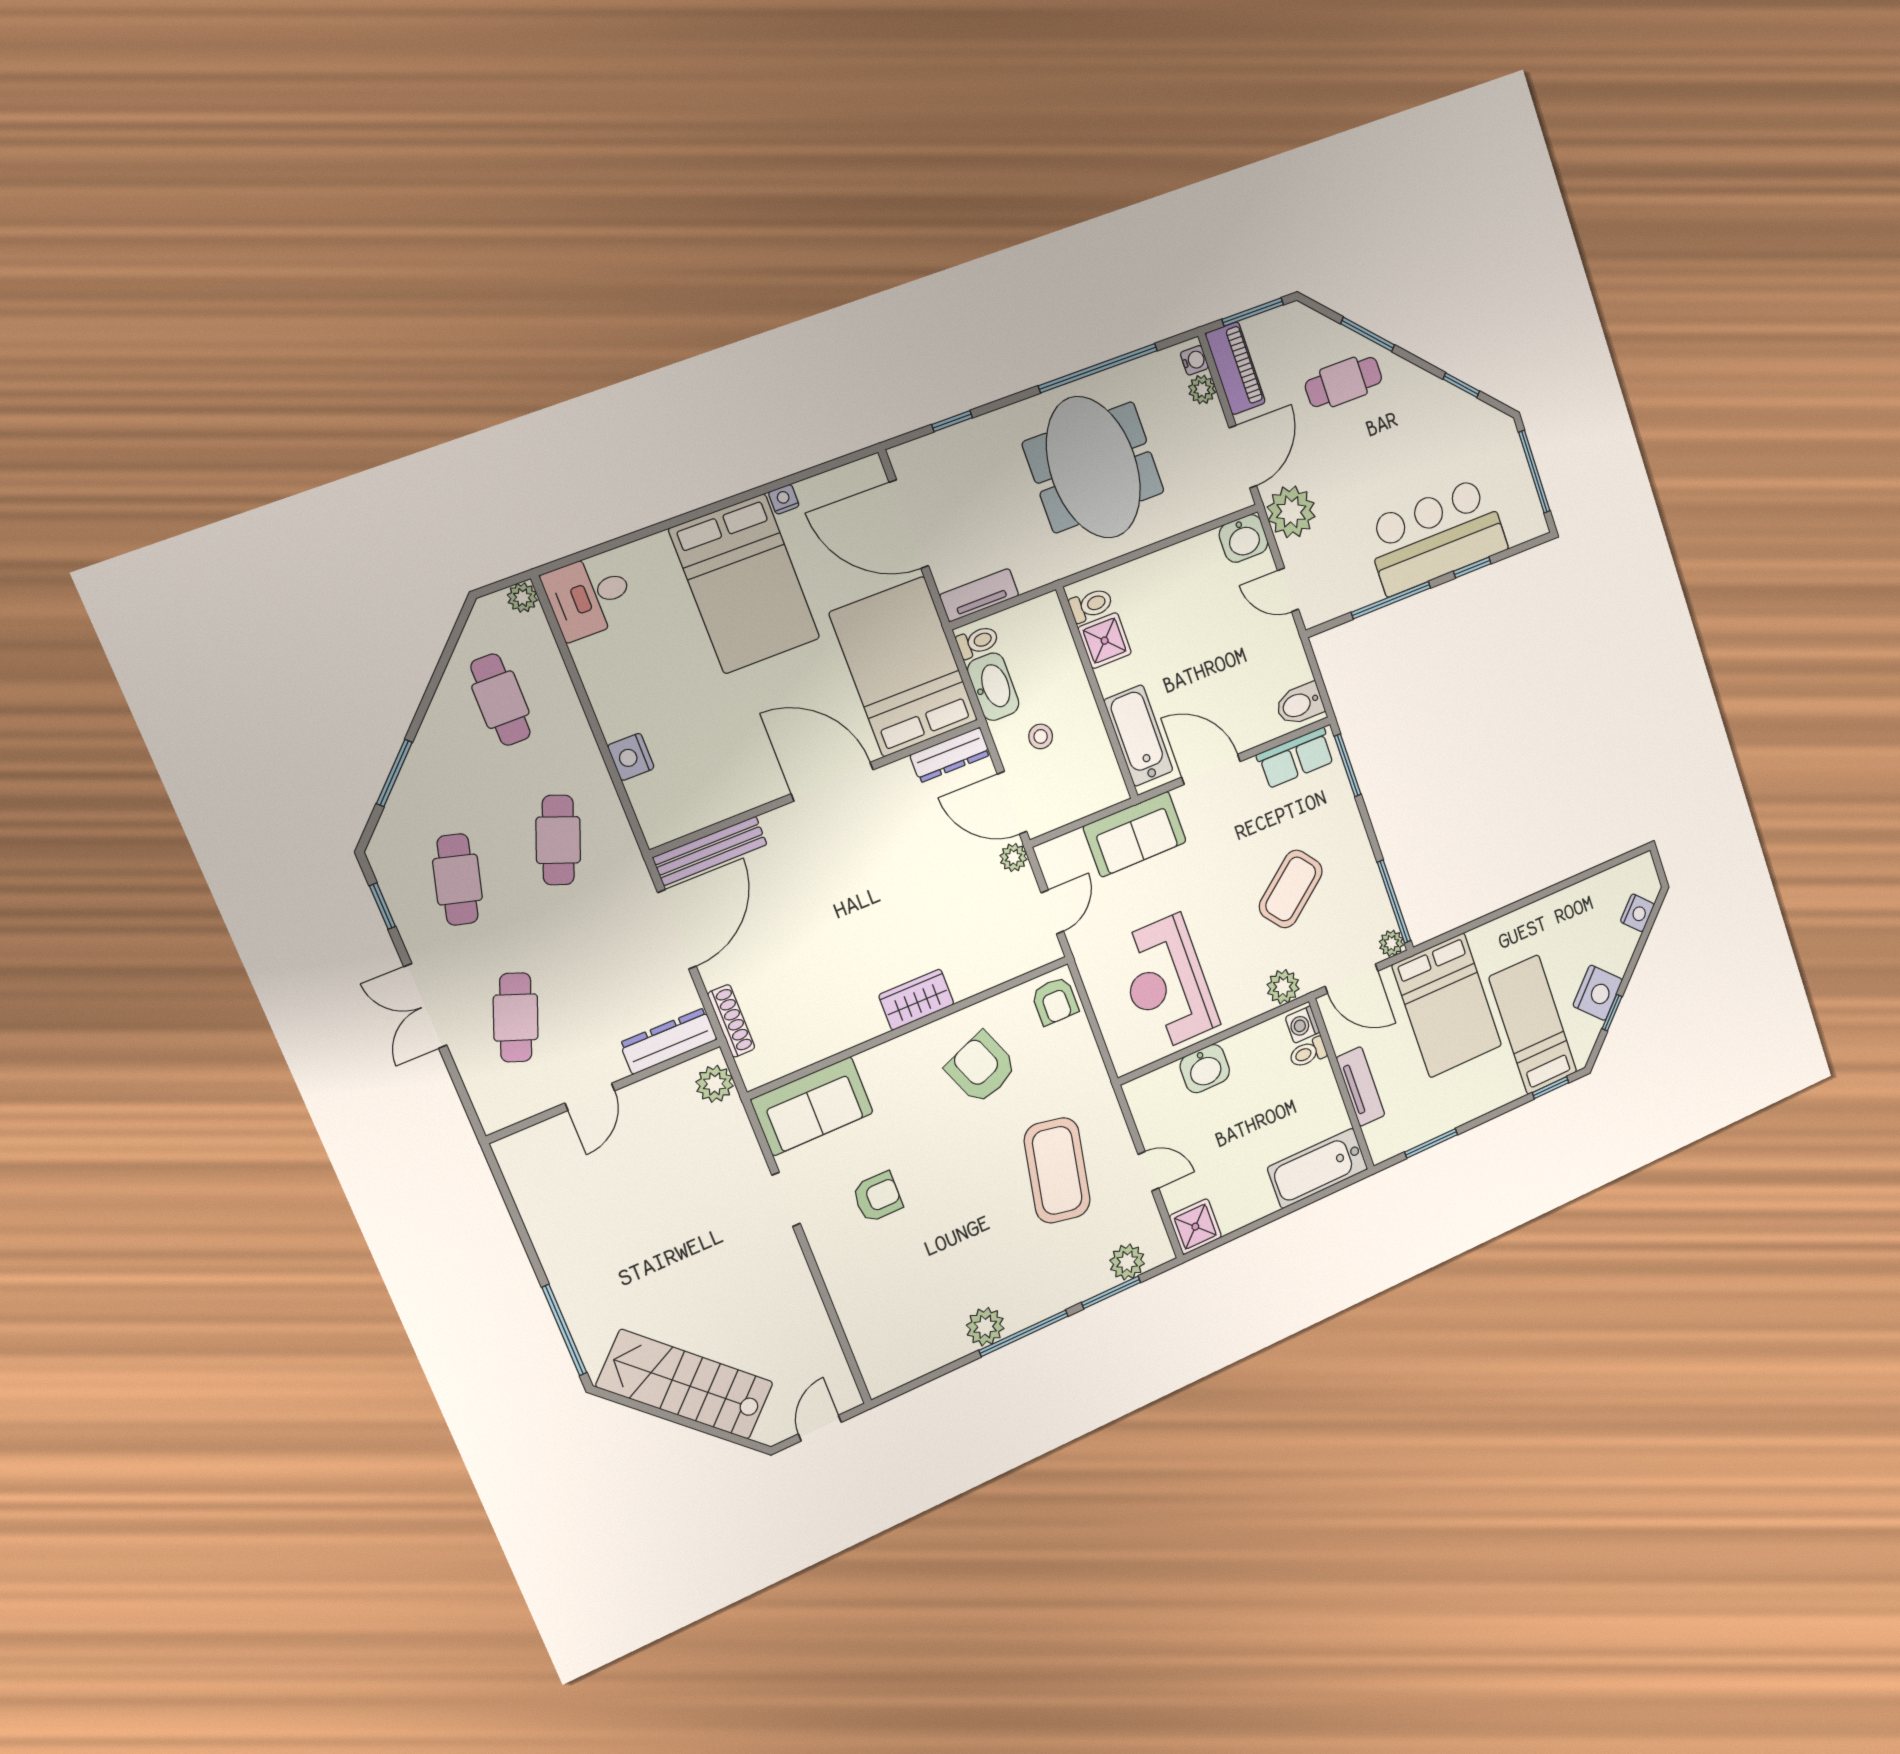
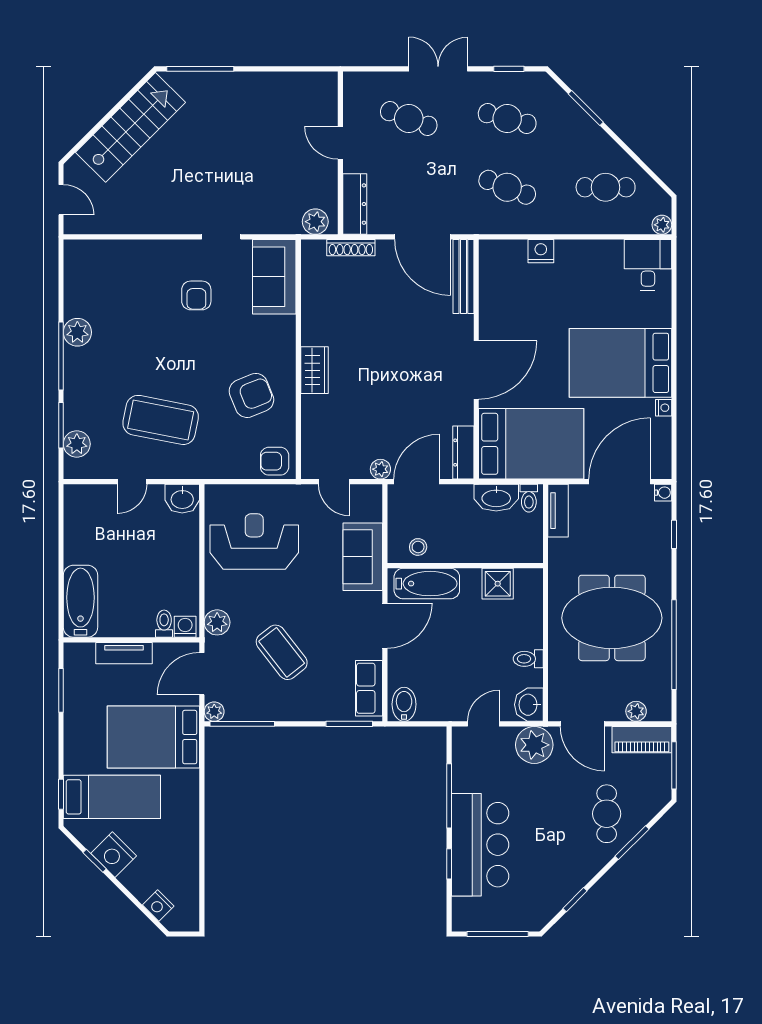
water cooler: (1194, 360) -> (663, 493), moved, turned -90
toilet: (1091, 605) -> (528, 659), moved, turned 90
stool: (1041, 736) -> (418, 547), moved
washbasin: (1205, 1069) -> (182, 499), moved, turned -90
shower: (1195, 1227) -> (79, 500), removed

